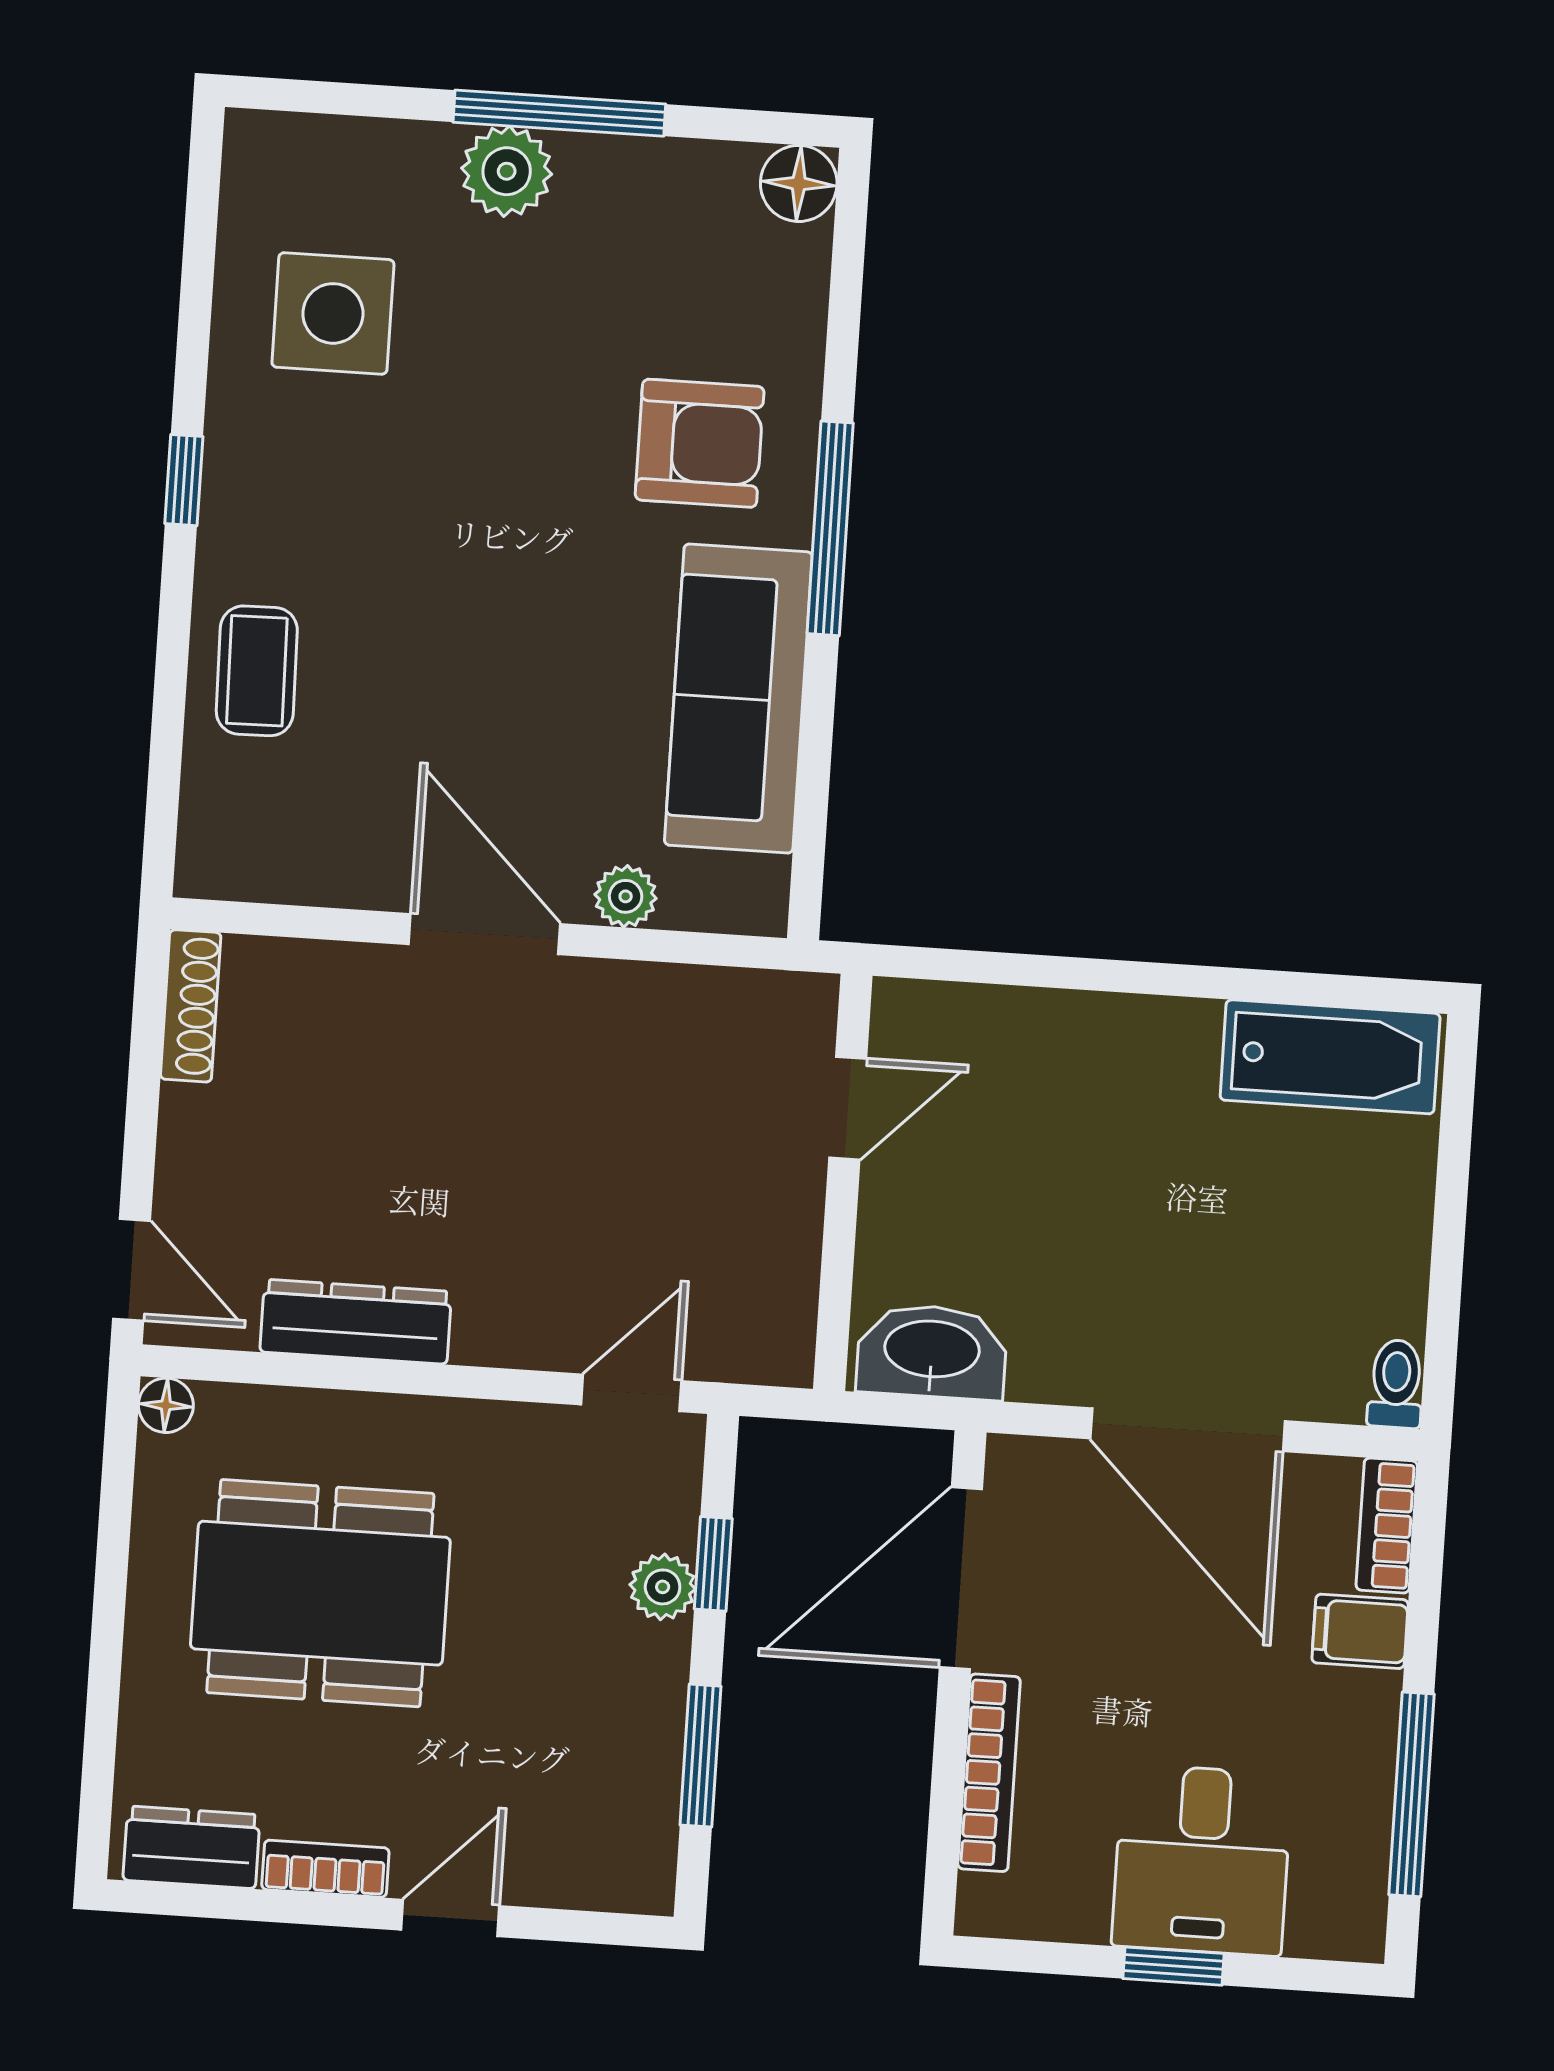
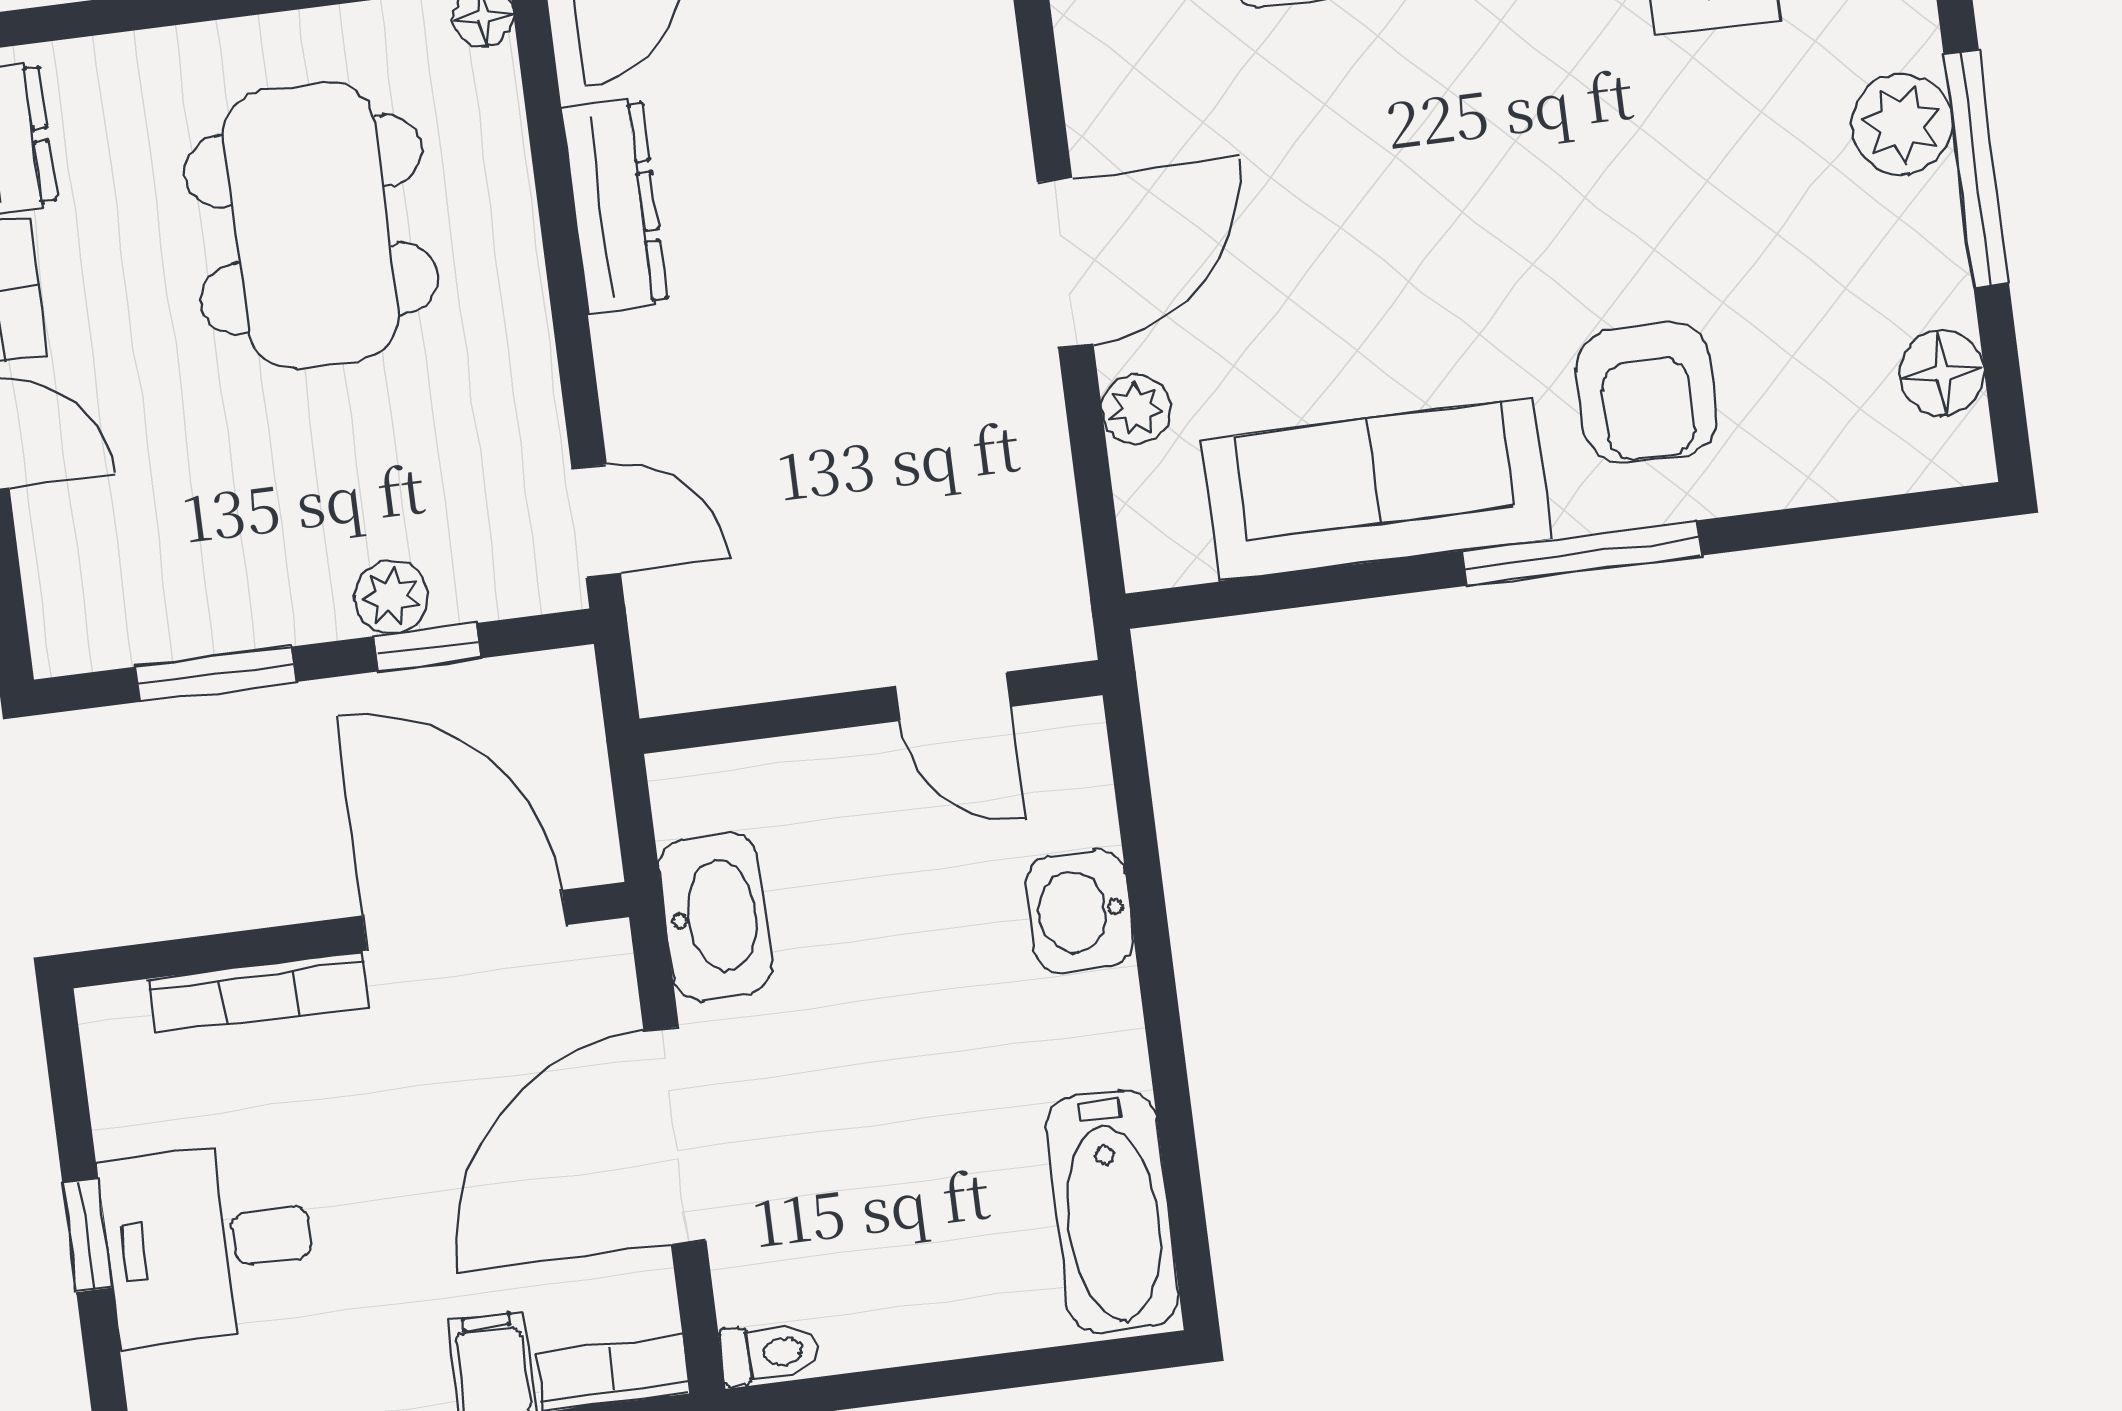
floor lamp: (799, 183) -> (1942, 373), moved
washbasin: (1059, 1034) -> (1079, 911), added
washbasin: (932, 1352) -> (715, 916), moved

